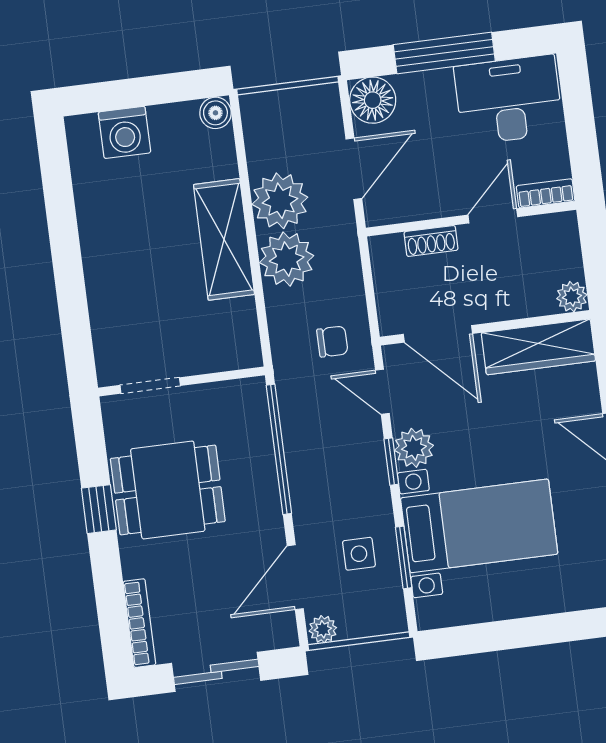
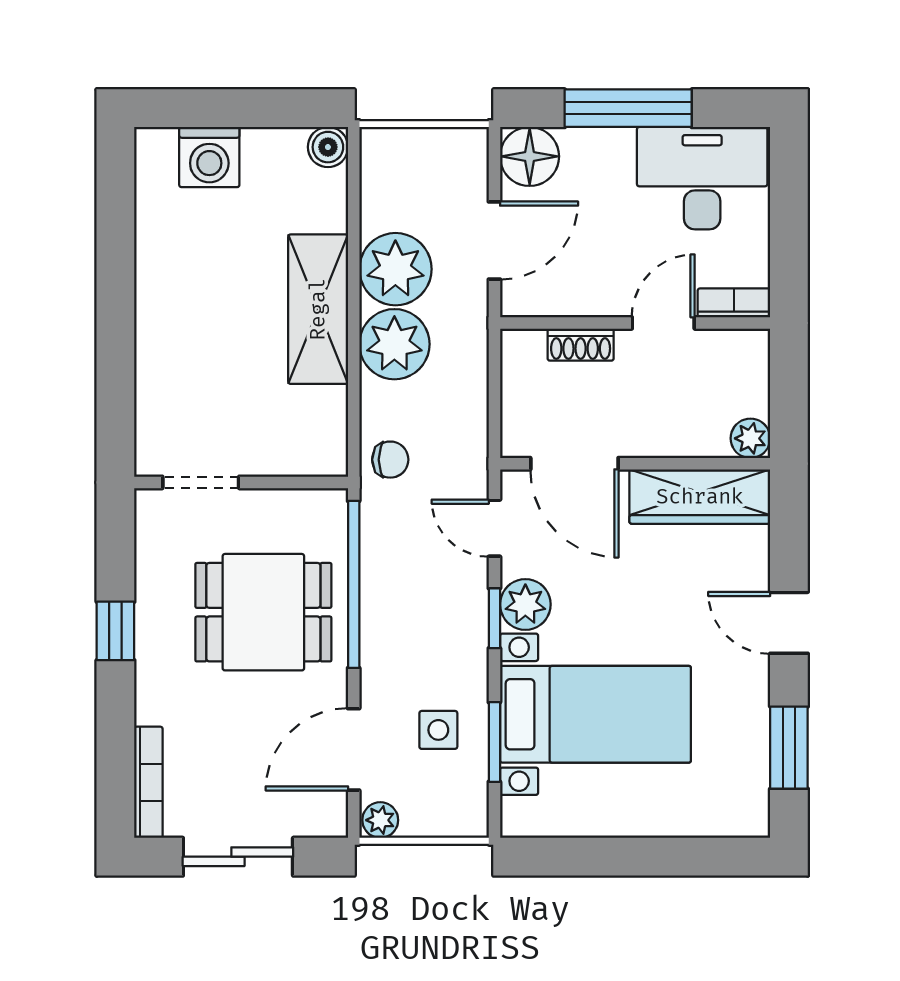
chair: (332, 341) -> (390, 460), moved
dining table: (168, 490) -> (263, 612), moved

